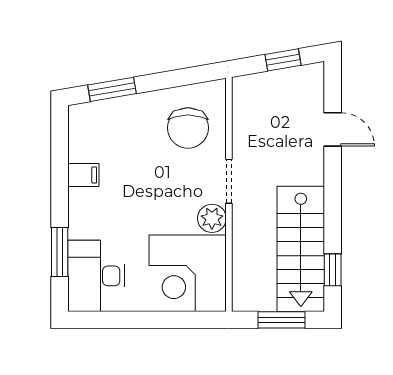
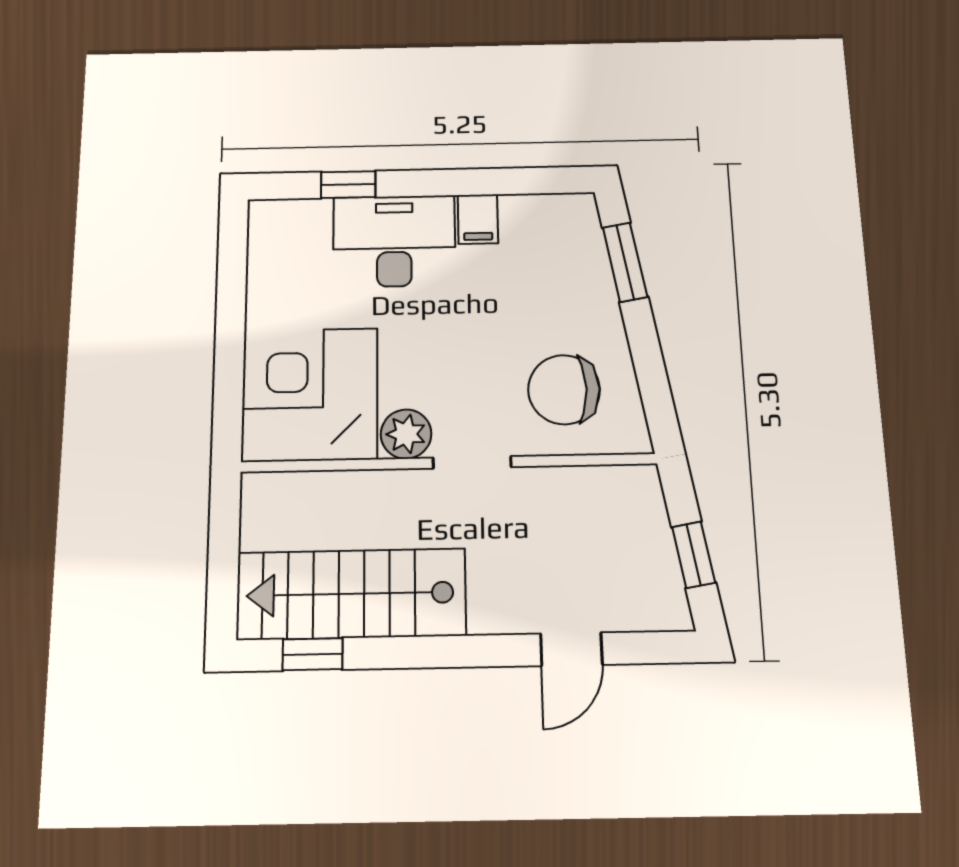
window: (60, 252) -> (348, 185), width x0.67
desk: (96, 276) -> (394, 241), moved
window: (282, 320) -> (223, 561), removed

